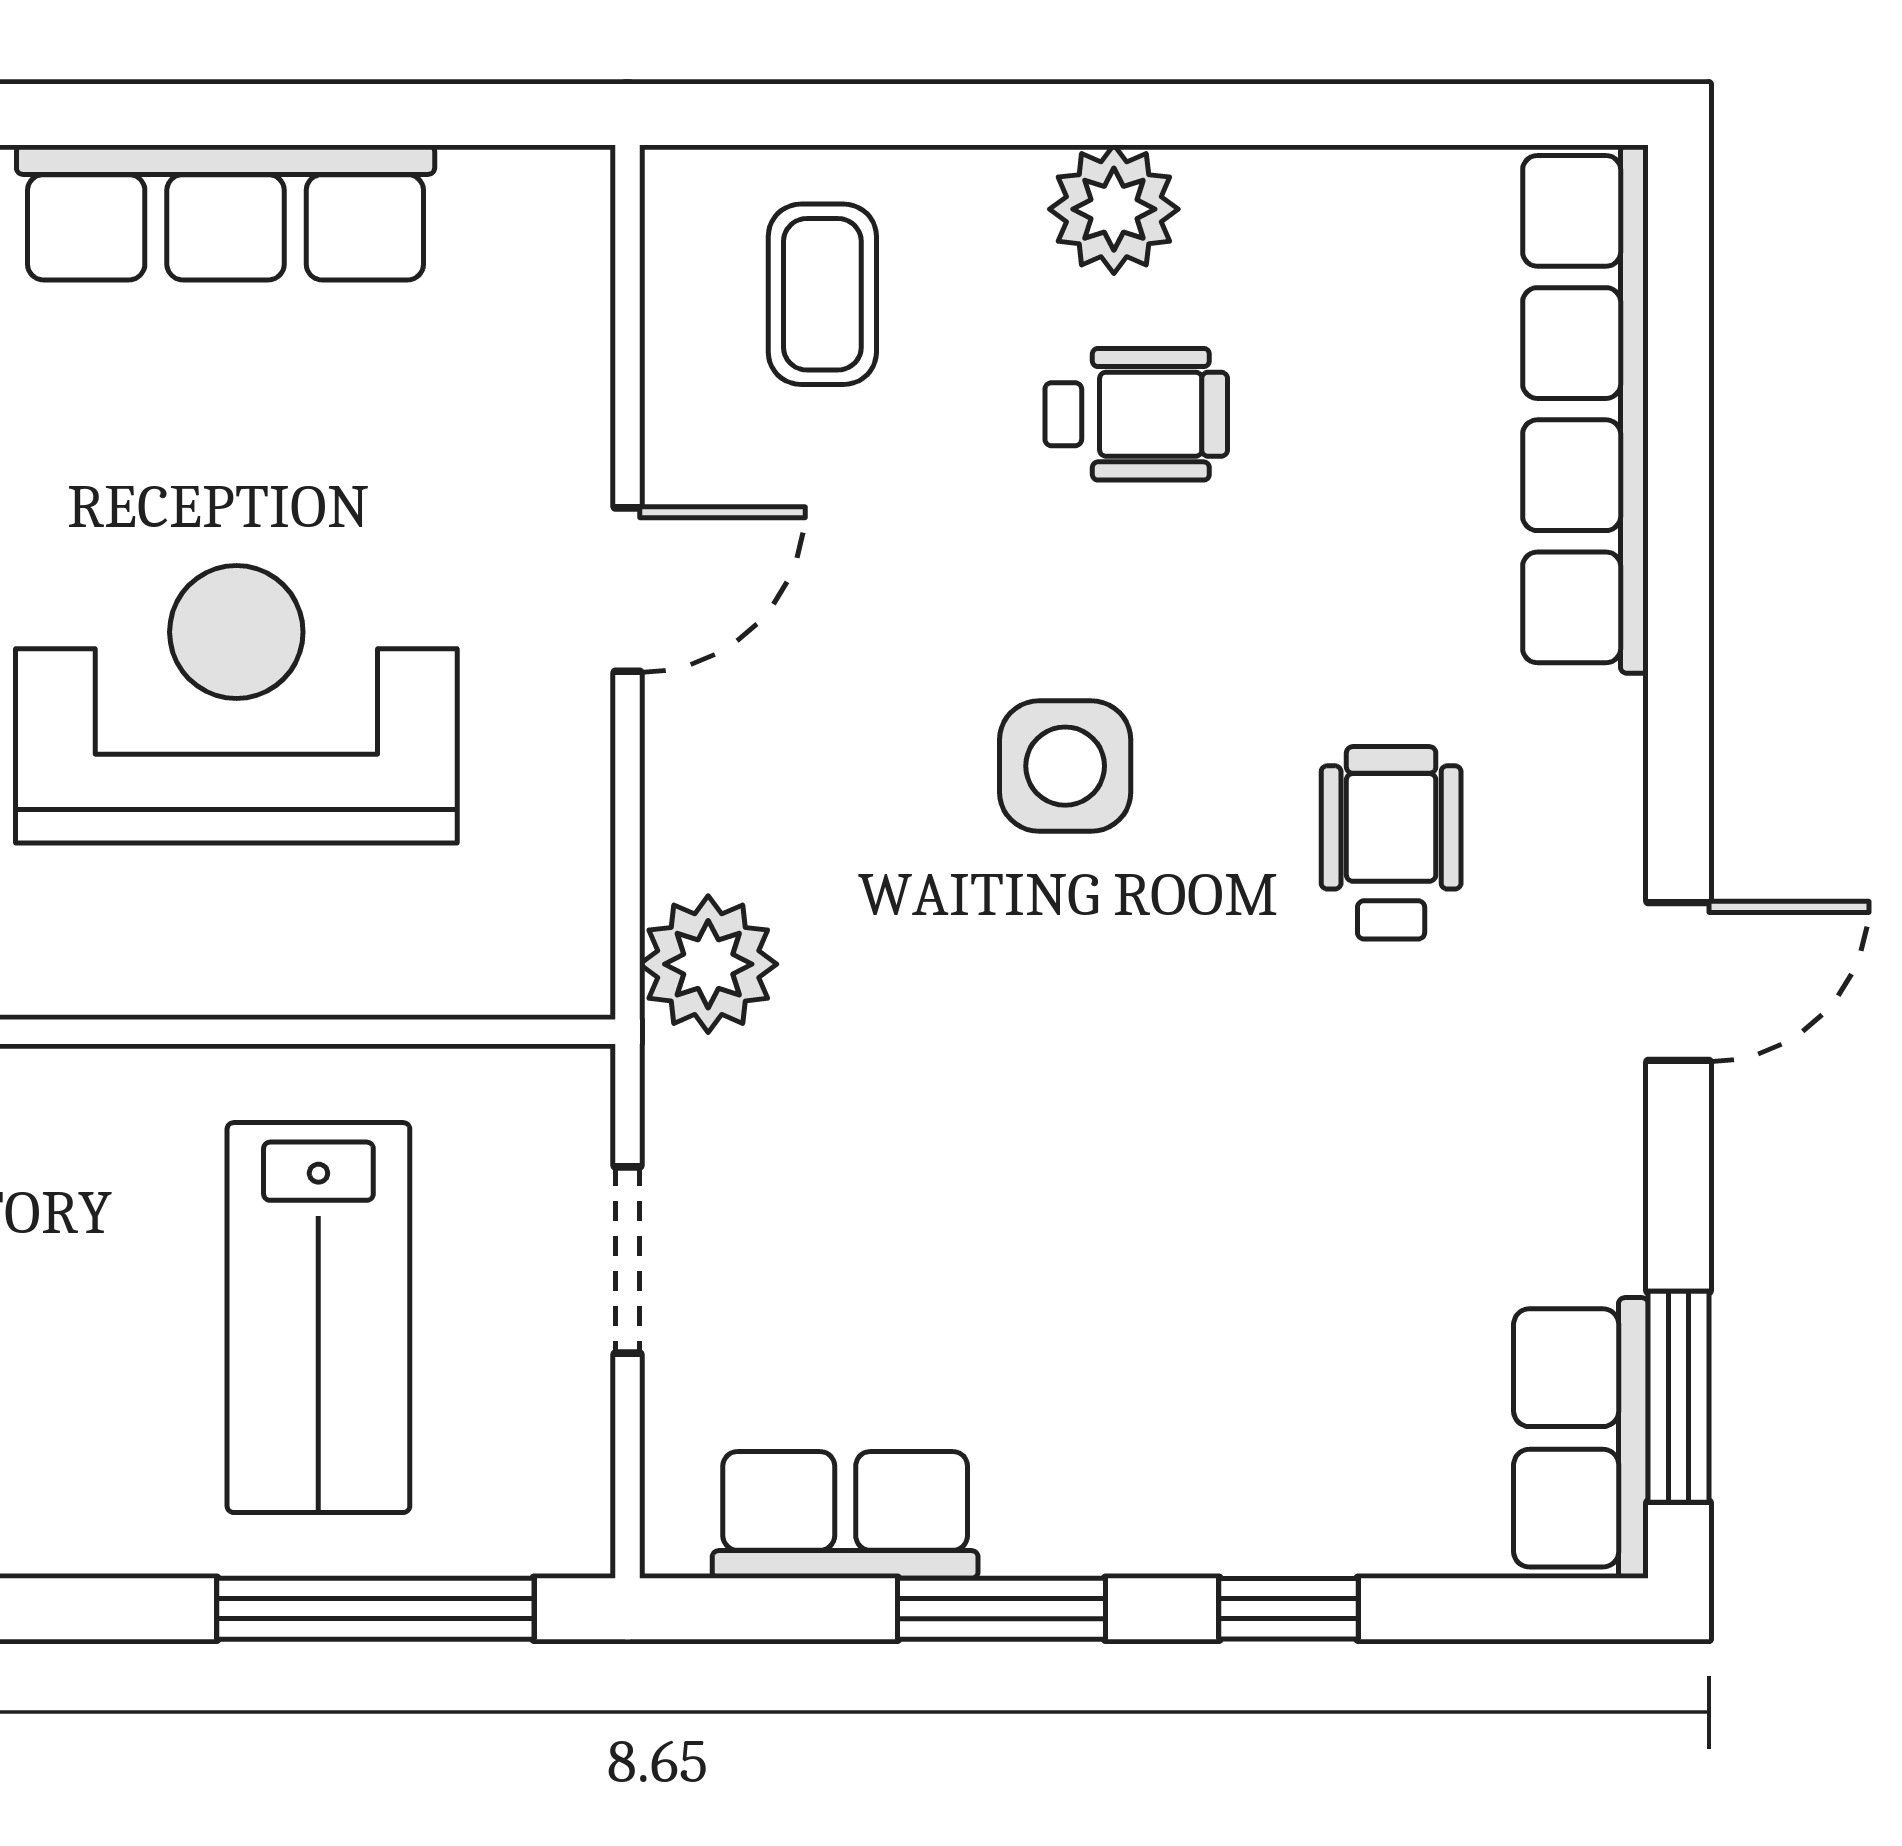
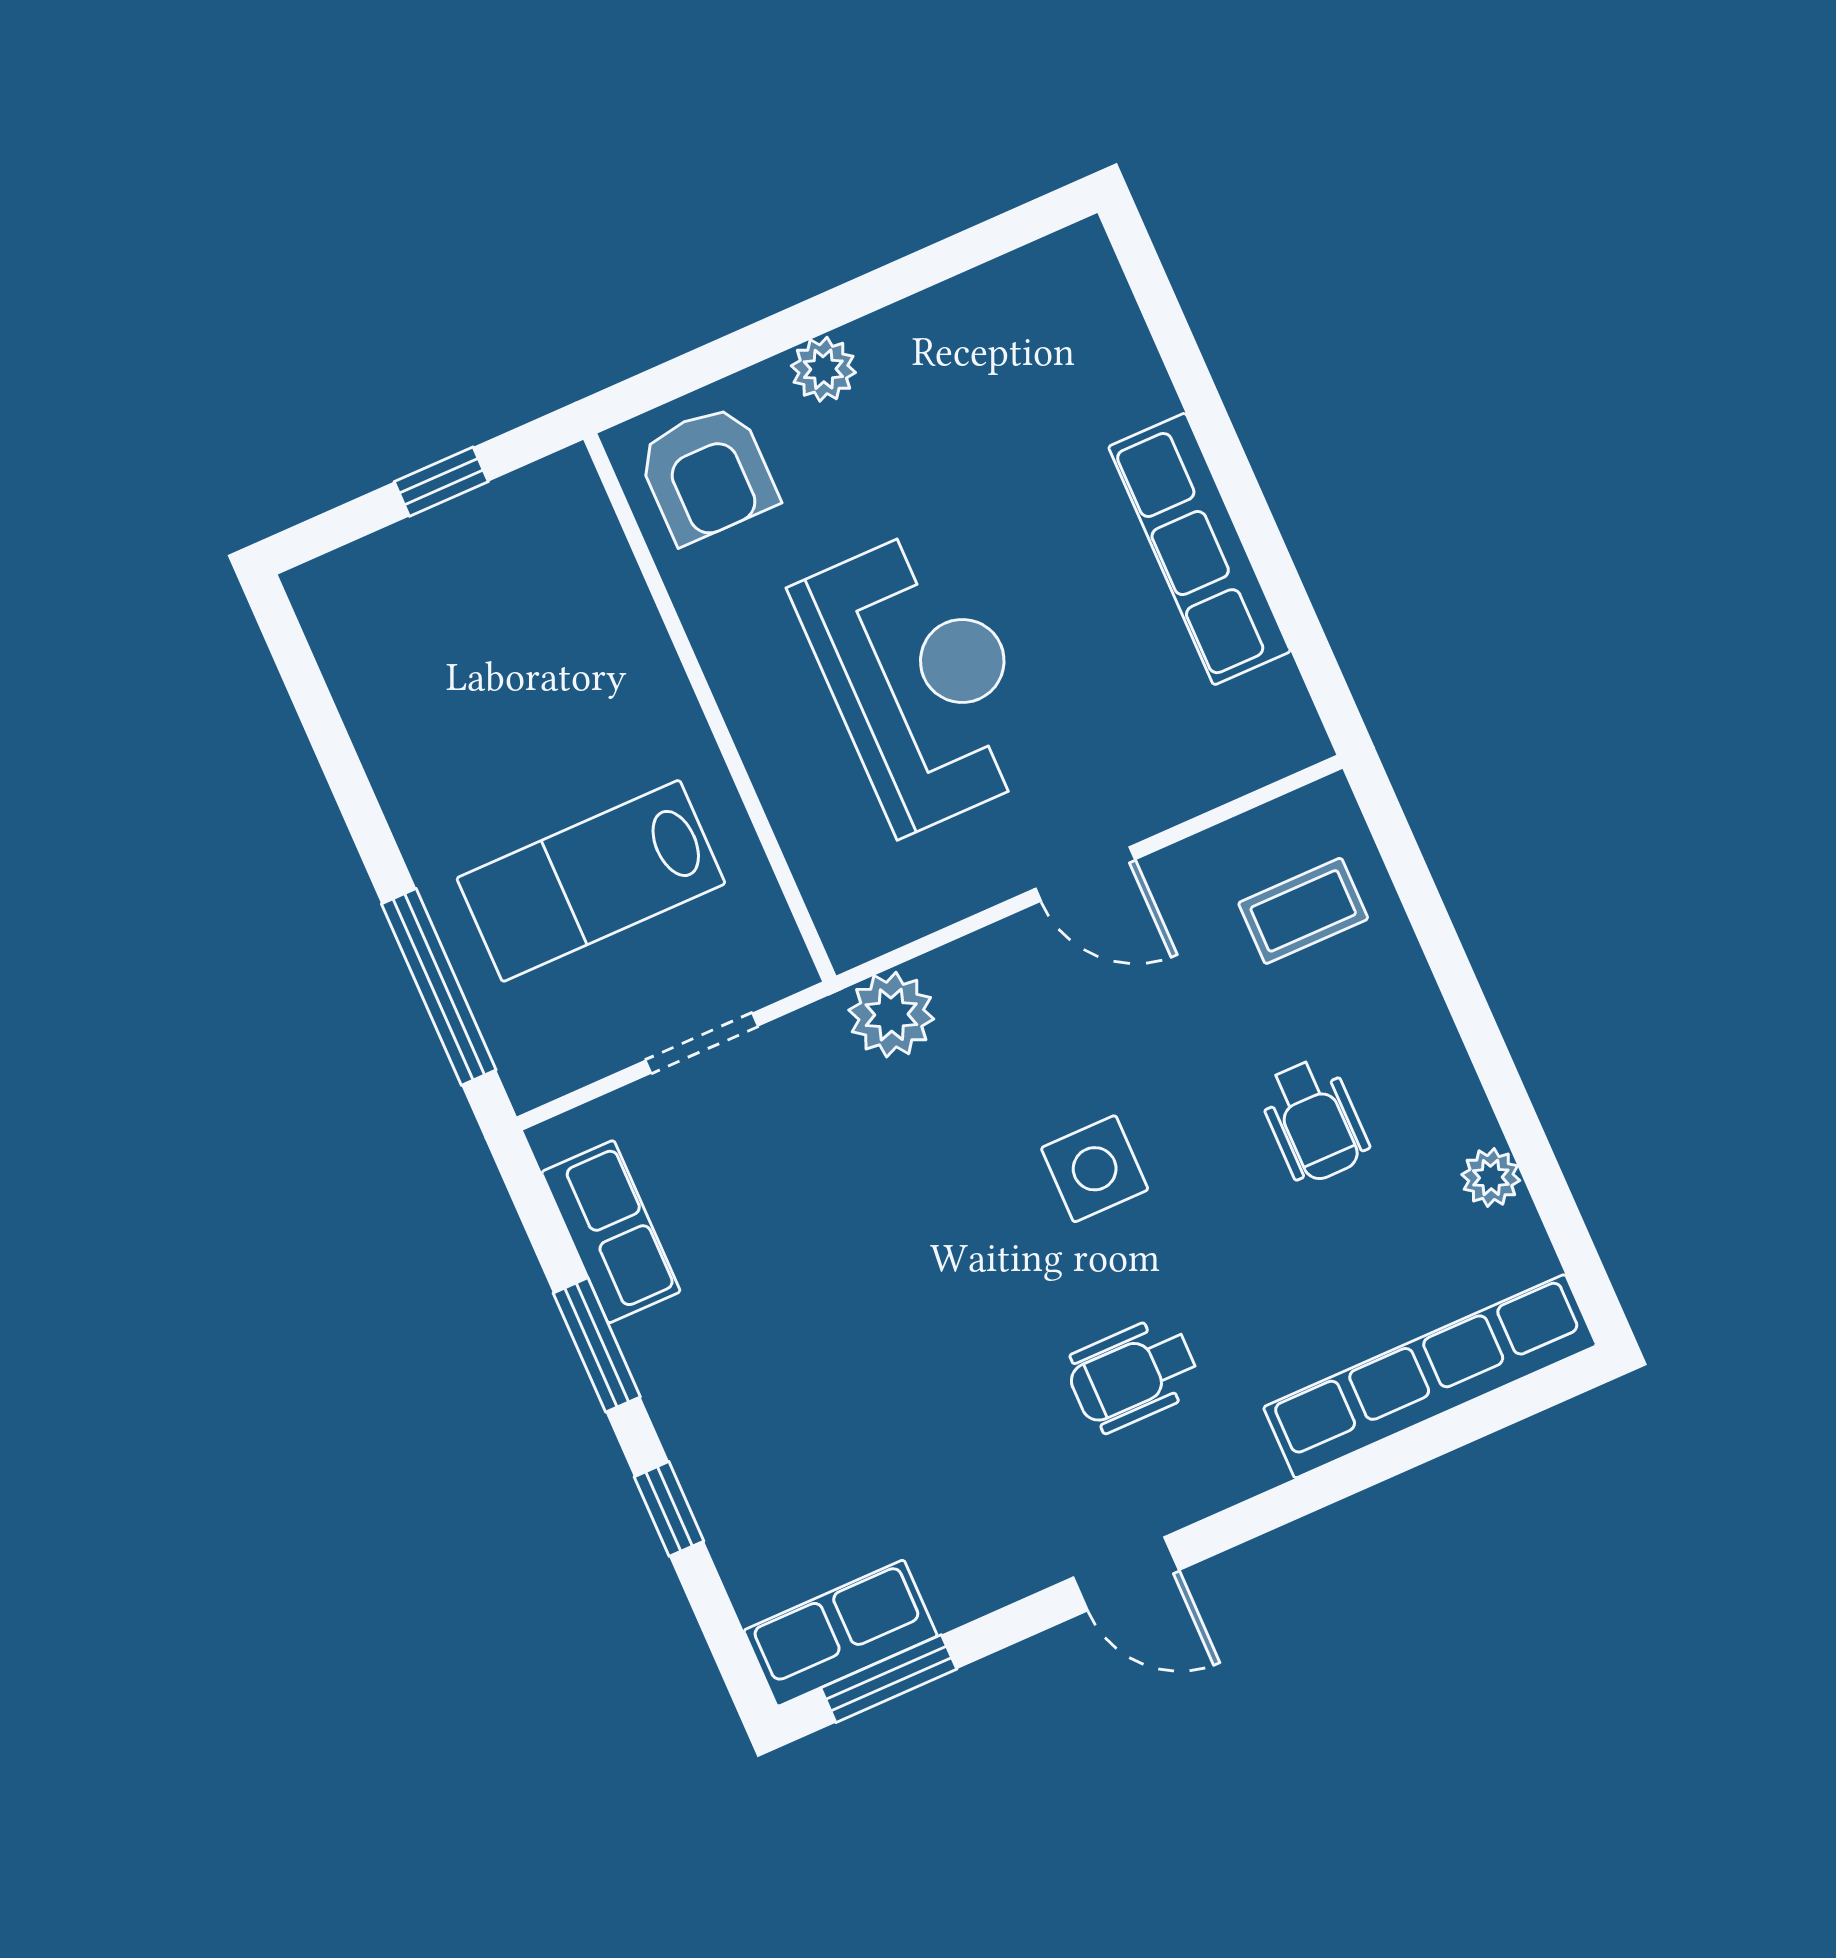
plant: (1114, 209) -> (1491, 1178), moved, width x0.73, depth x0.73
wheelchair: (1391, 843) -> (1133, 1374), turned 180

